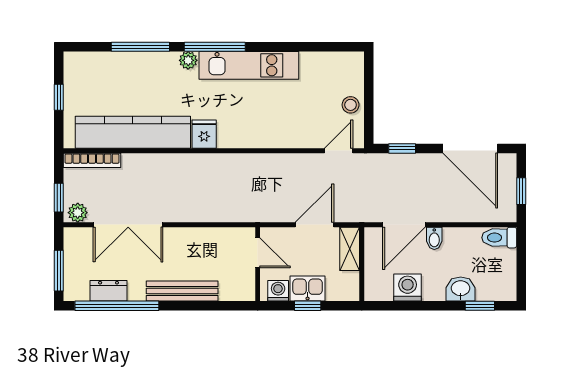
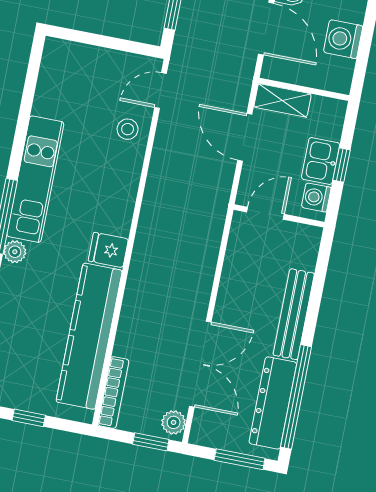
stool: (351, 105) -> (128, 129), moved
door: (339, 151) -> (160, 90), hinge flipped
dresser: (109, 291) -> (273, 403), width x1.96, depth x1.24

